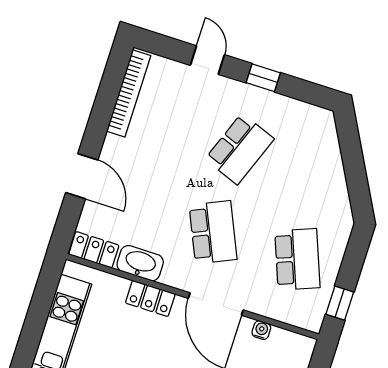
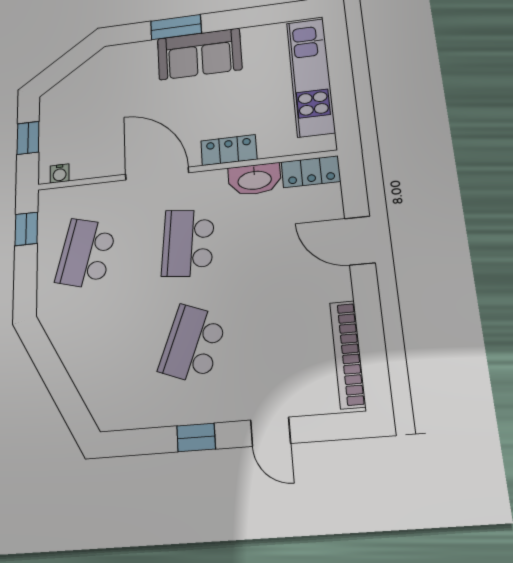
school desk: (213, 232) -> (188, 243), turned 30
school desk: (297, 259) -> (86, 254), turned 36
water cooler: (261, 330) -> (60, 173), moved

